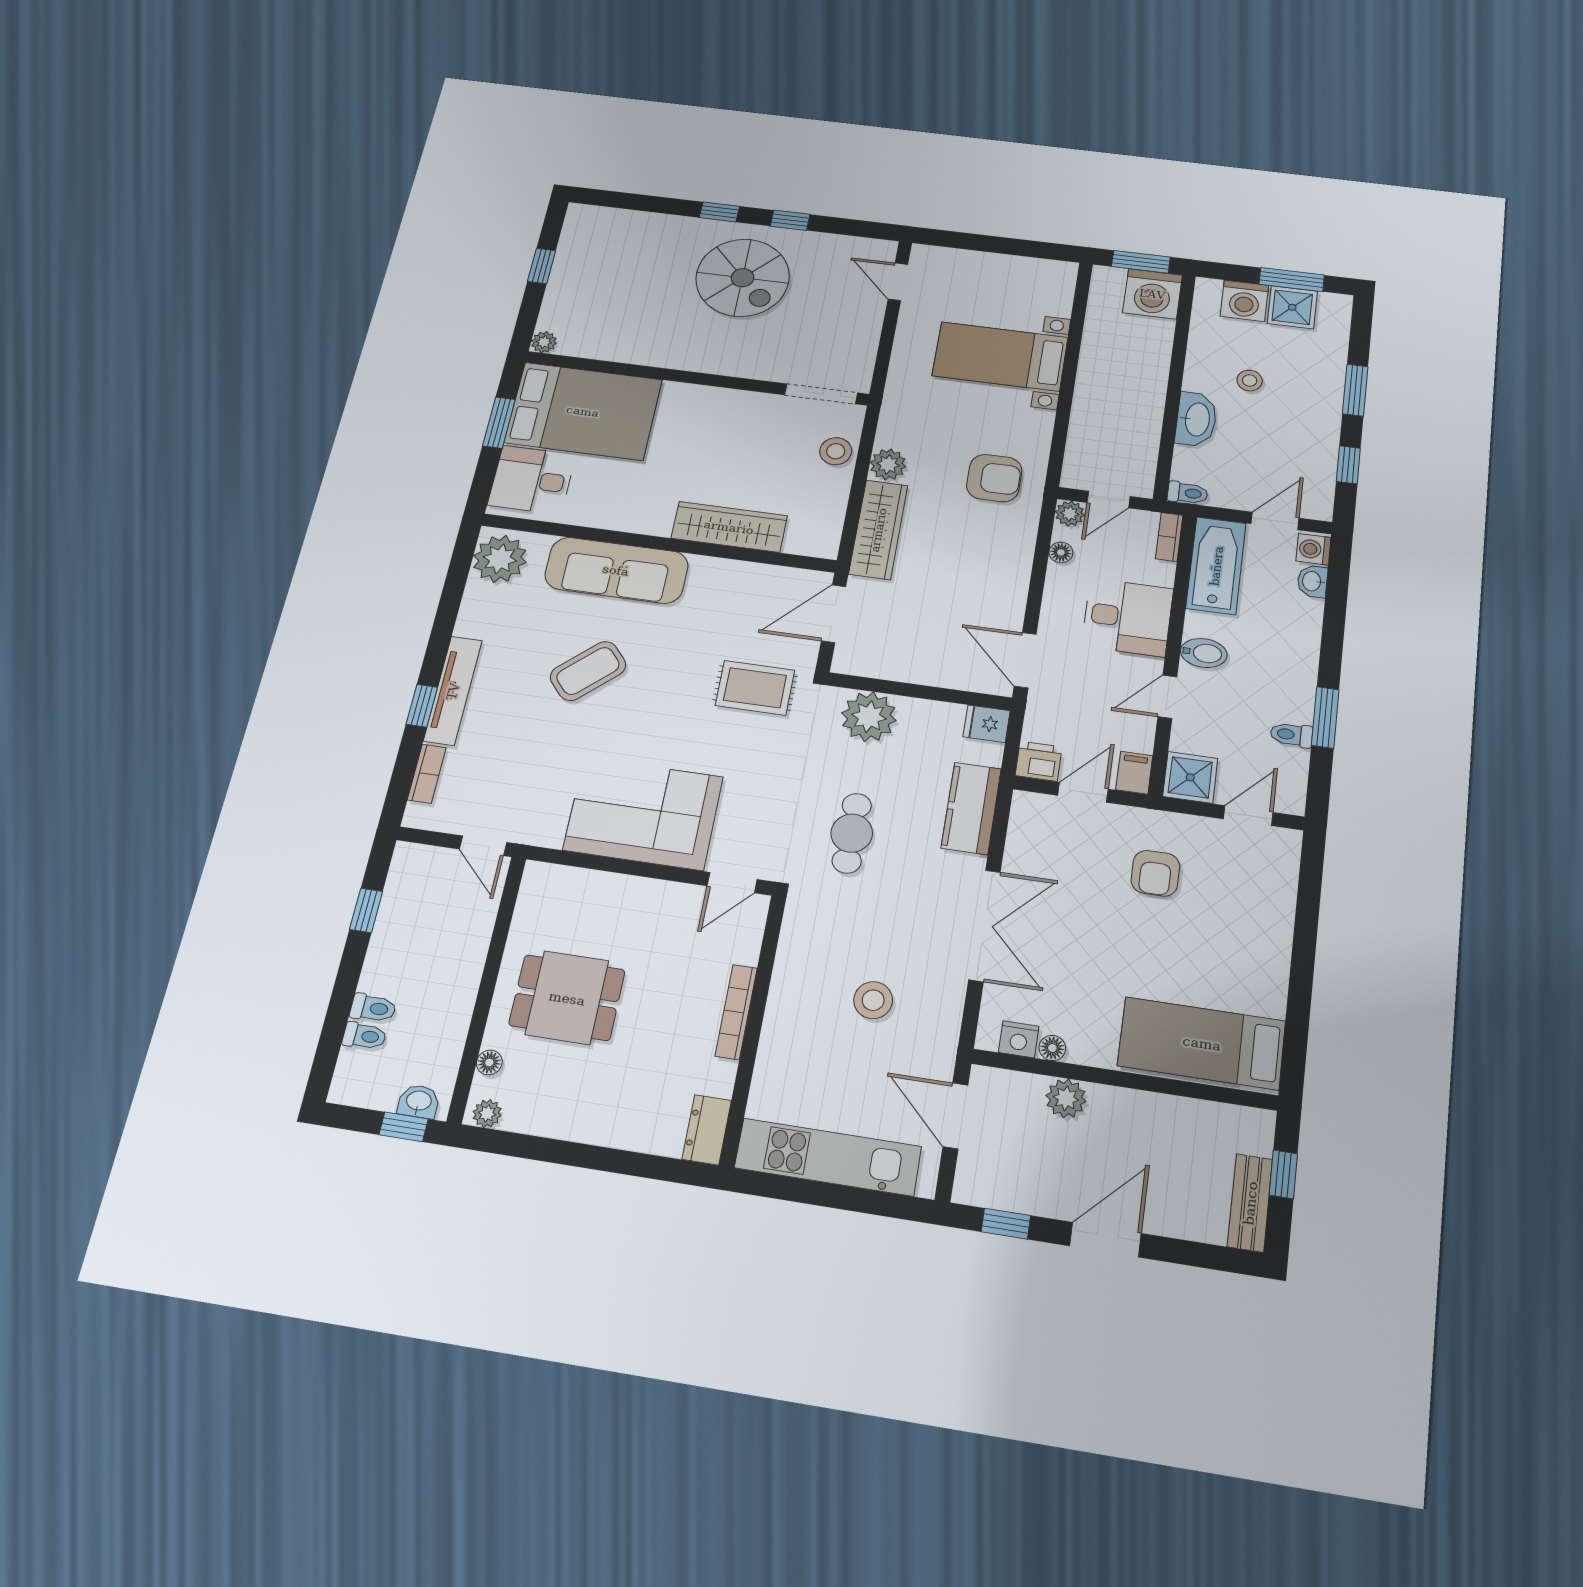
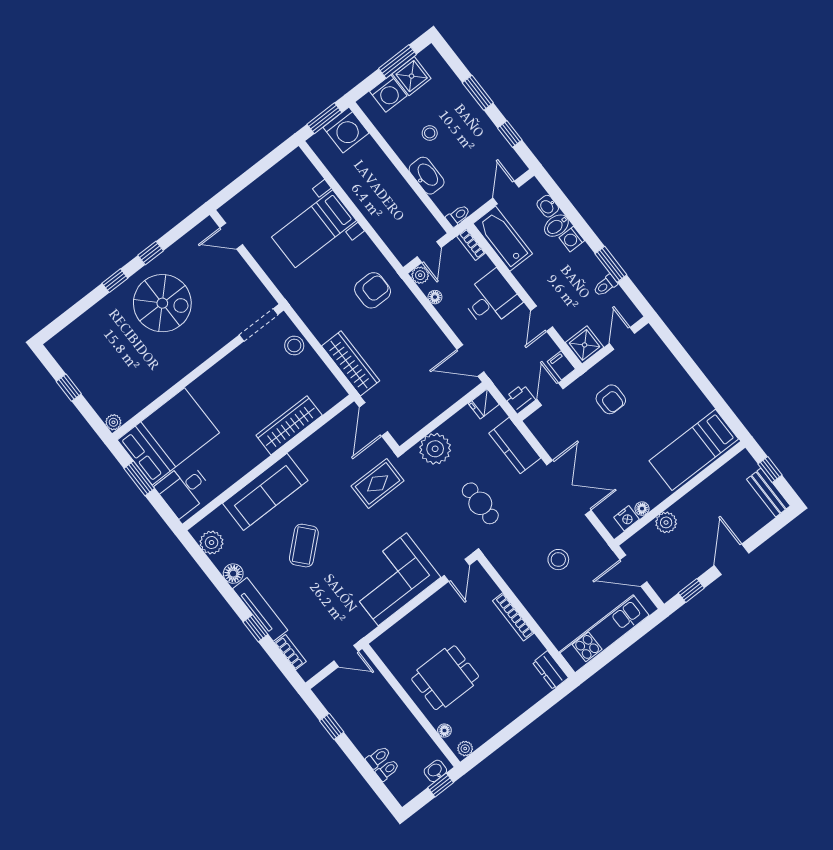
plant: (888, 464) -> (322, 329), removed
washing machine: (1313, 549) -> (572, 239), moved
plant: (500, 559) -> (212, 542), width x0.73, depth x0.73
floor lamp: (473, 621) -> (233, 574), added
bidet: (1204, 653) -> (556, 226), moved, turned 180

